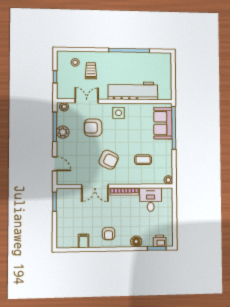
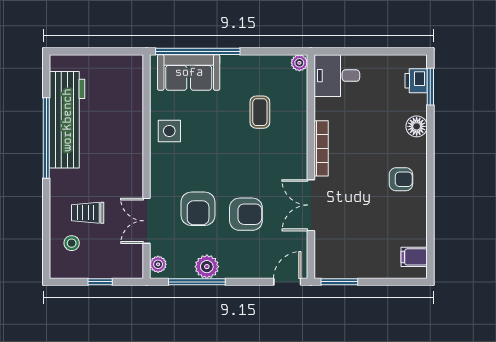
workbench: (133, 91) -> (67, 120), moved, turned 180
side table: (119, 113) -> (169, 131), moved
armchair: (109, 160) -> (246, 214), moved, turned 64
door: (55, 164) -> (287, 282), moved
double door: (95, 186) -> (311, 205), swing flipped
desk: (151, 200) -> (337, 76), moved
filing cabinet: (84, 241) -> (414, 257), moved

